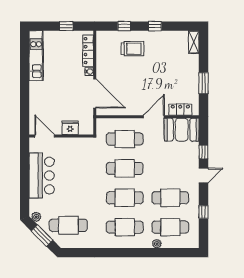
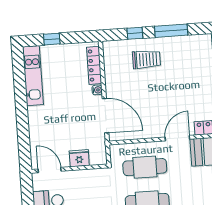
window: (66, 26) -> (52, 39), moved
window: (155, 26) -> (171, 31), width x2.17

